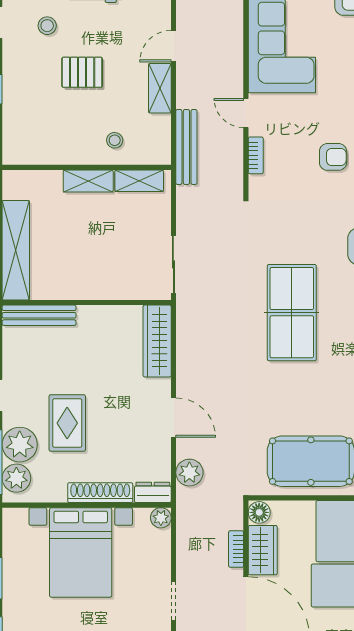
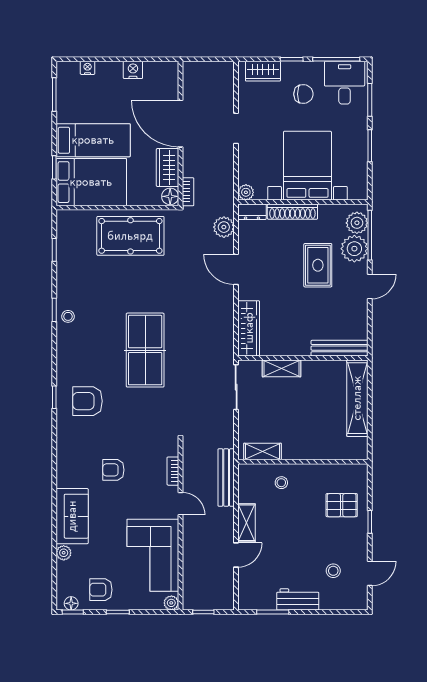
pallet: (82, 72) -> (342, 505), moved
shelving: (88, 181) -> (282, 368), moved
bookcase: (236, 549) -> (188, 192), moved

